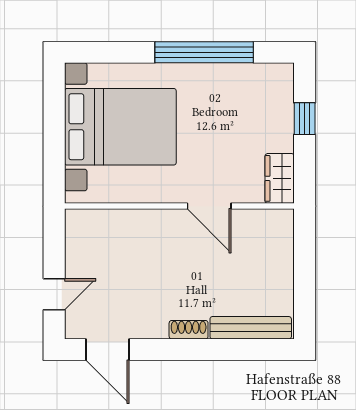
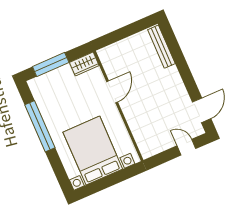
window: (305, 119) -> (51, 65), width x2.17
shoe rack: (189, 330) -> (175, 76), removed

